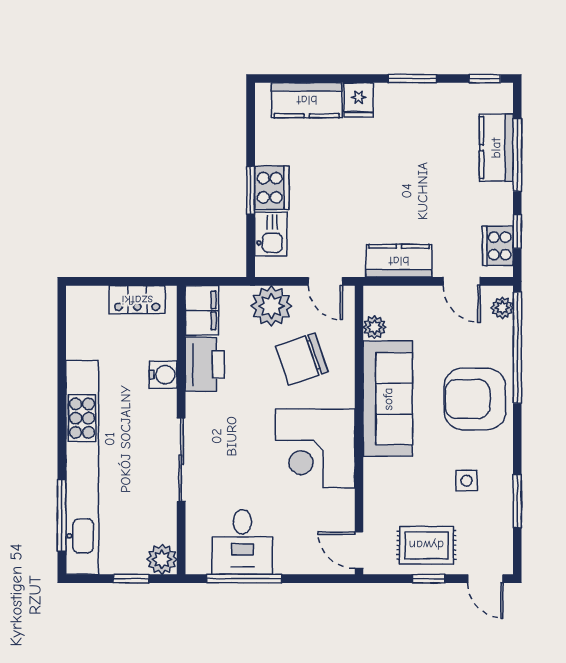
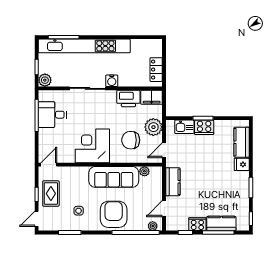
cooker: (498, 246) -> (197, 224), moved
chair: (302, 359) -> (131, 140), turned -71
water cooler: (163, 375) -> (112, 81), moved

